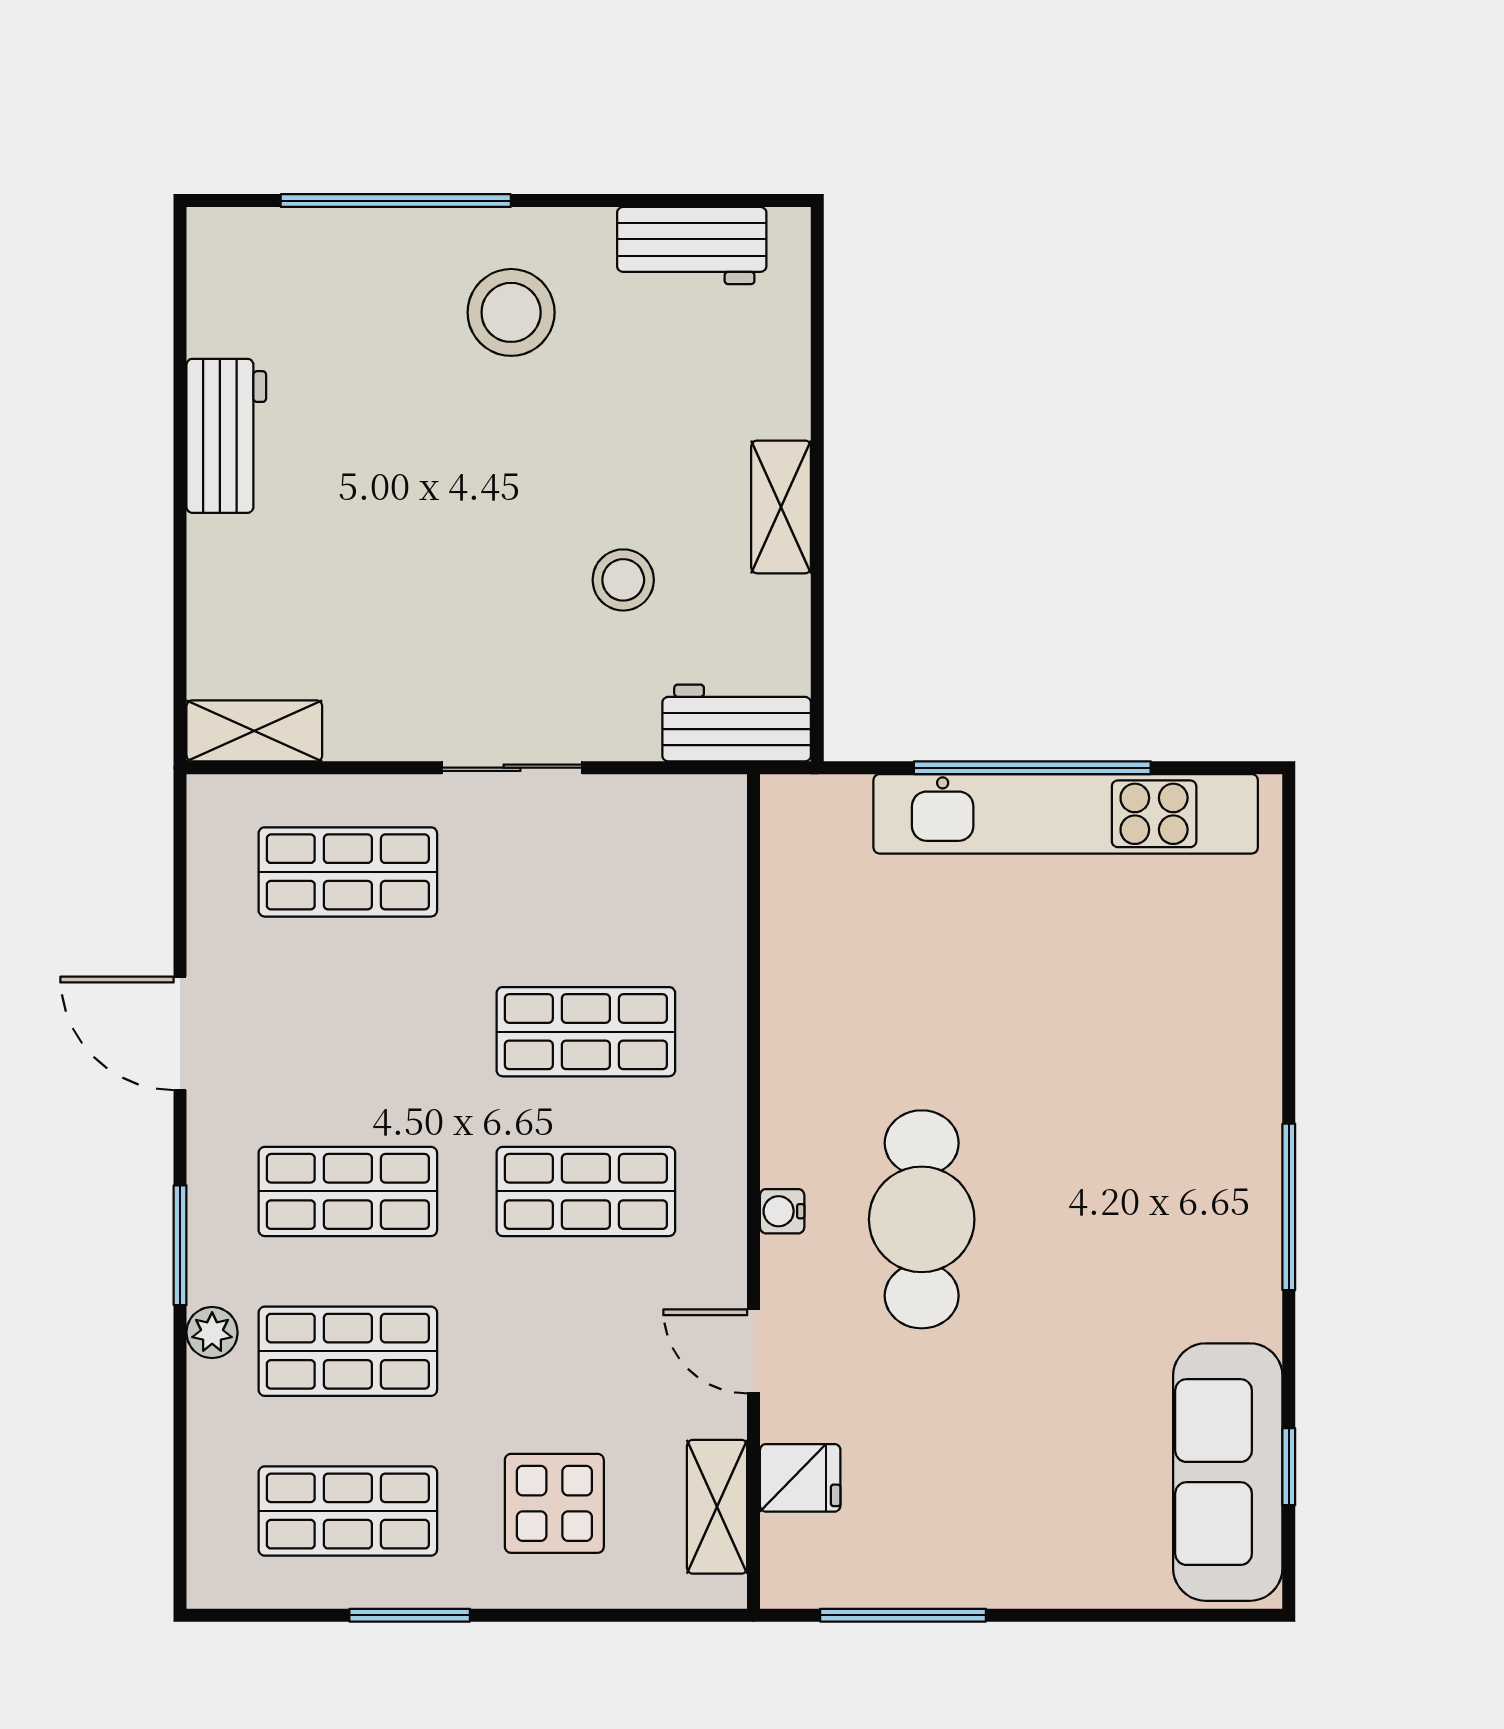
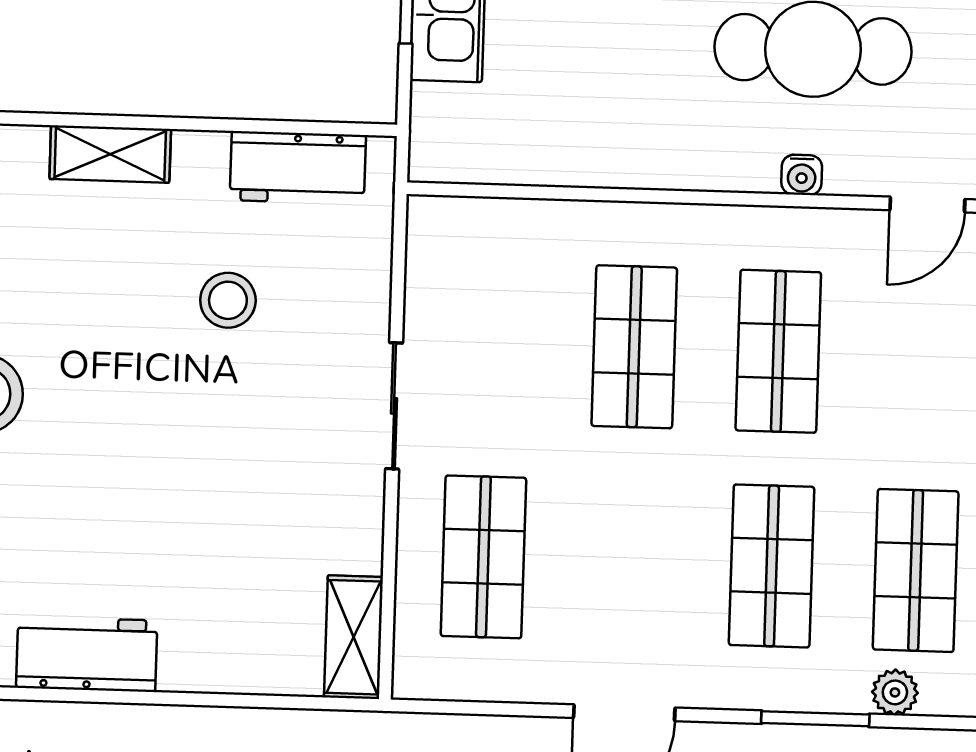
shelving: (781, 507) -> (110, 154), moved
workbench: (737, 723) -> (298, 168), moved, turned -90

